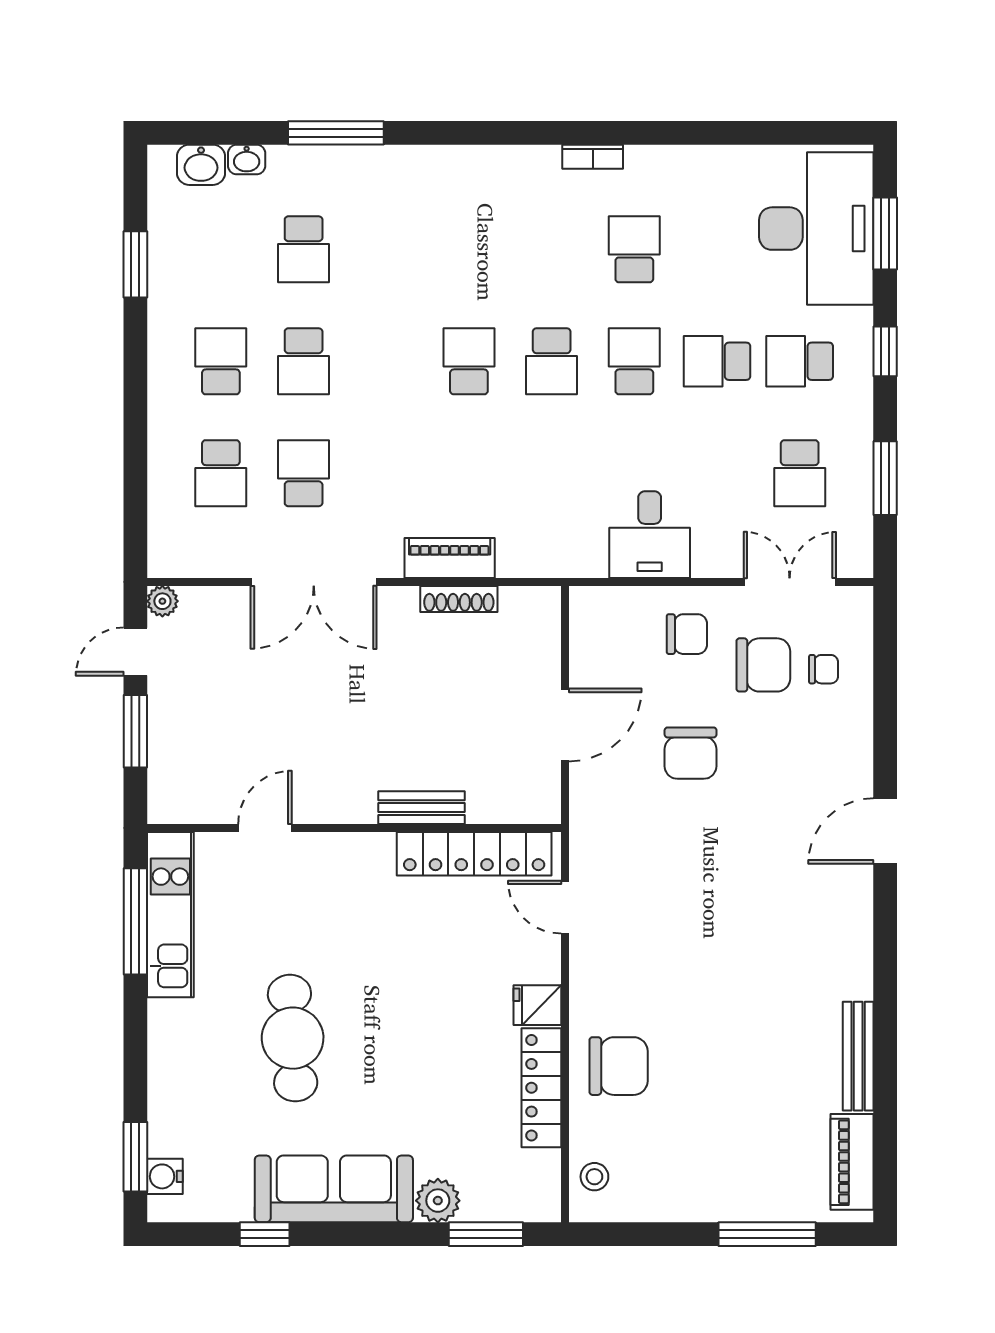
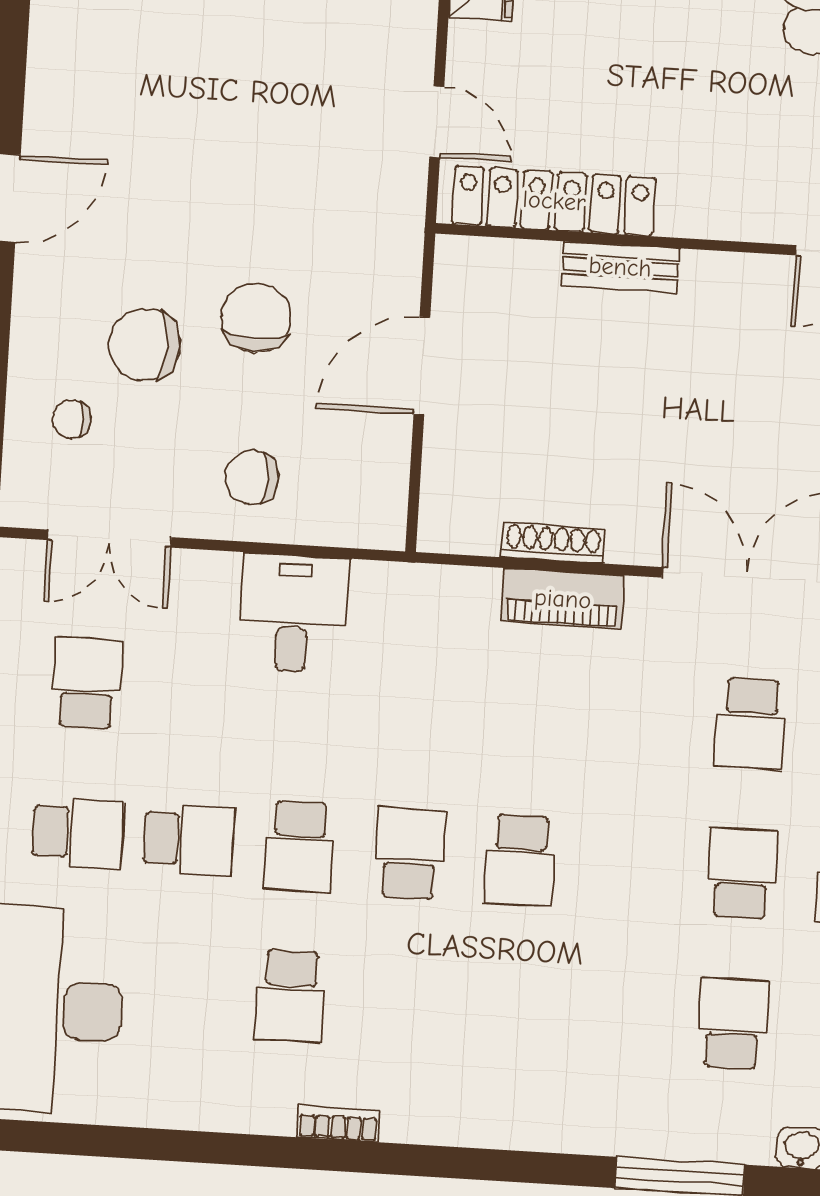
chair: (763, 665) -> (145, 345), moved

